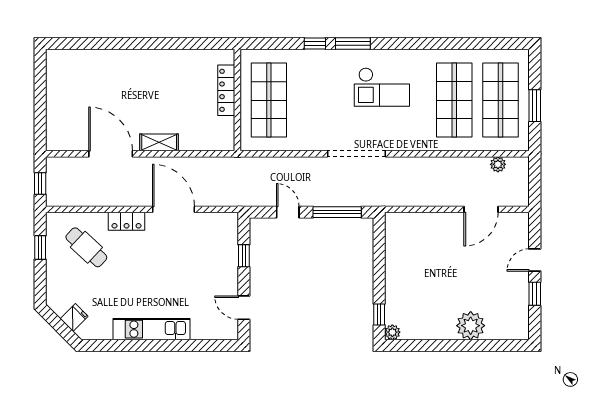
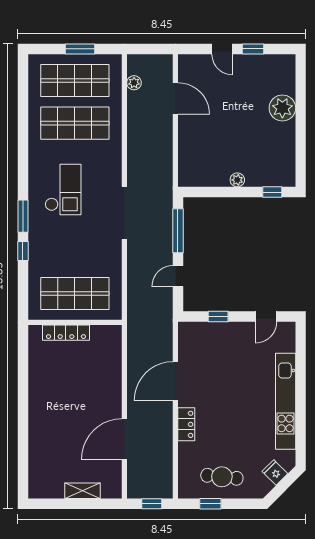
shelving: (159, 142) -> (83, 491), moved, turned 90
cafe table: (86, 247) -> (222, 477), moved, turned 53
kitchen unit: (152, 329) -> (286, 401), width x1.36
plant: (392, 332) -> (237, 180), moved

